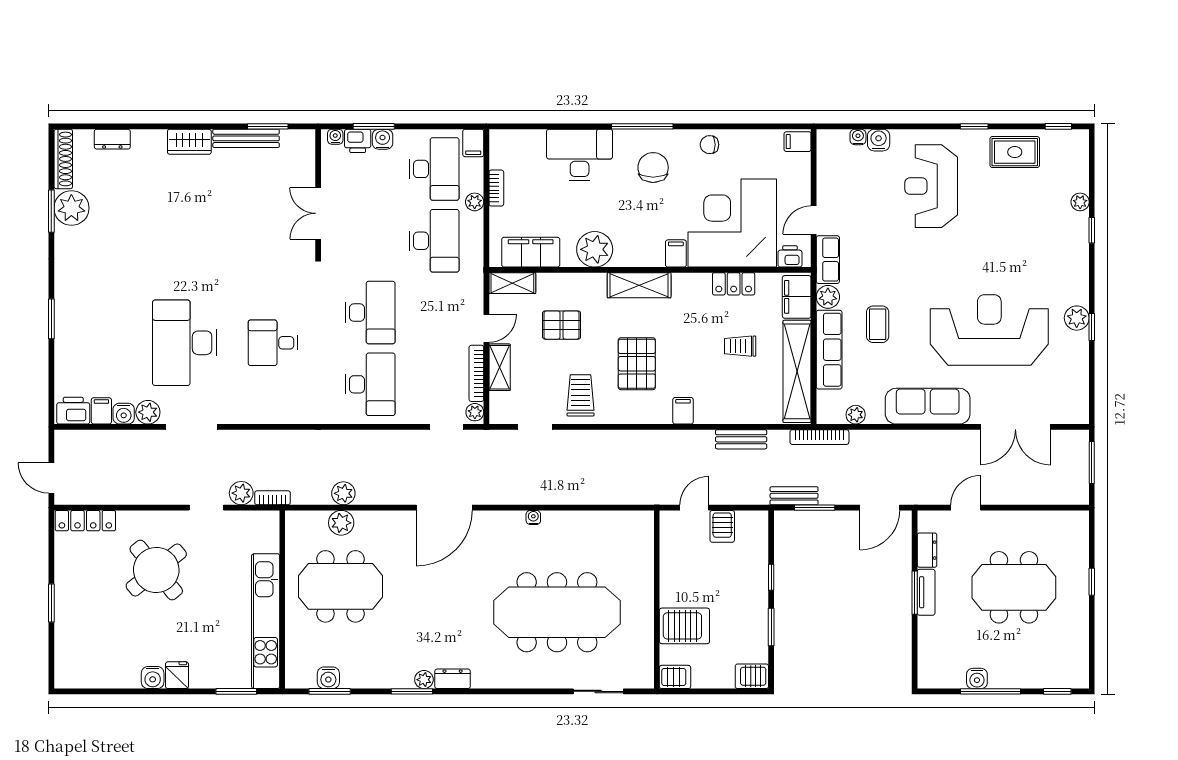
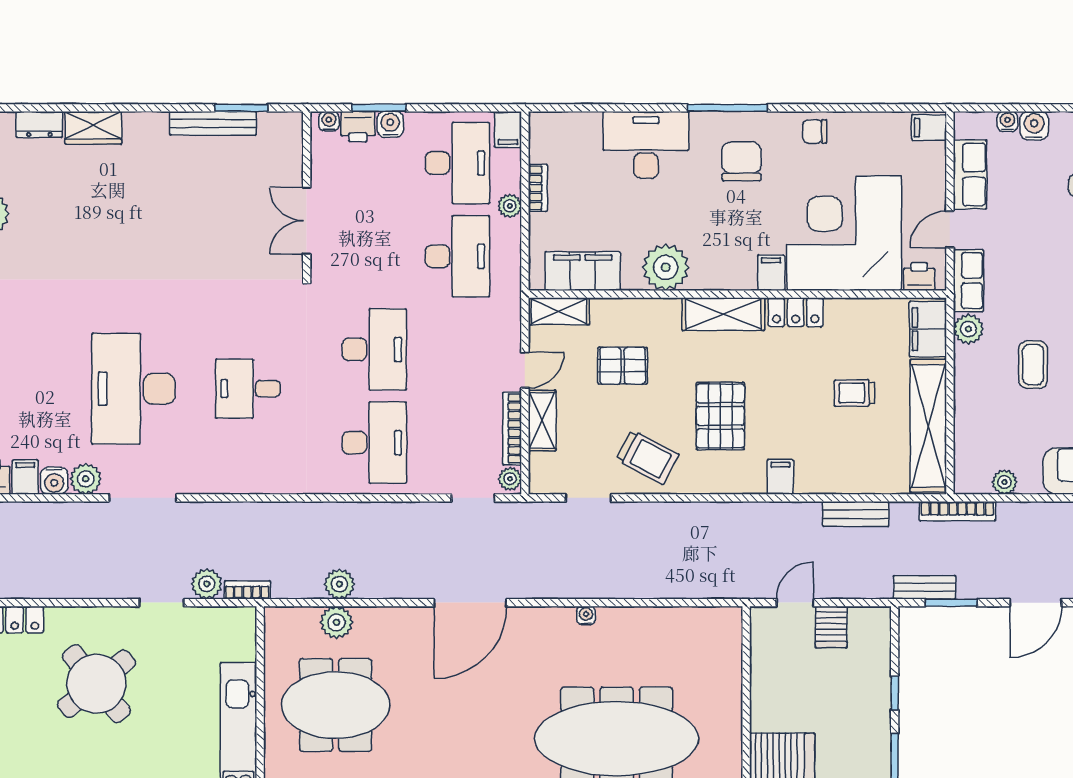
wardrobe: (189, 142) -> (93, 128), moved
locker: (734, 284) -> (796, 312), moved
row of seats: (829, 350) -> (970, 174), moved, width x0.68
trolley: (581, 395) -> (647, 457), turned 118

